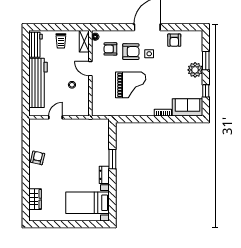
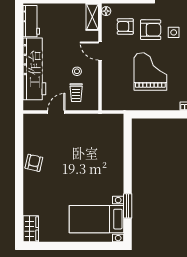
trolley: (61, 41) -> (76, 93), moved
grand piano: (131, 85) -> (150, 72), turned -90
window: (112, 159) -> (128, 206), moved
dresser: (104, 175) -> (117, 184), removed
wardrobe: (35, 199) -> (31, 229), moved

